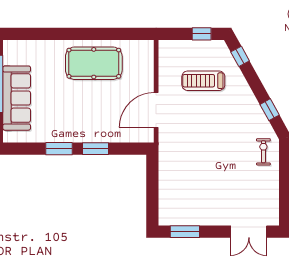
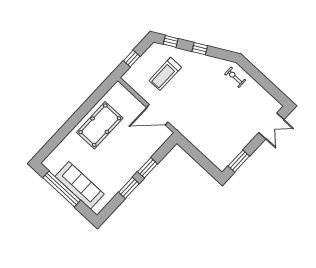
window: (202, 34) -> (132, 59), moved
door: (156, 110) -> (157, 115), hinge flipped
window: (270, 110) -> (200, 49), moved

